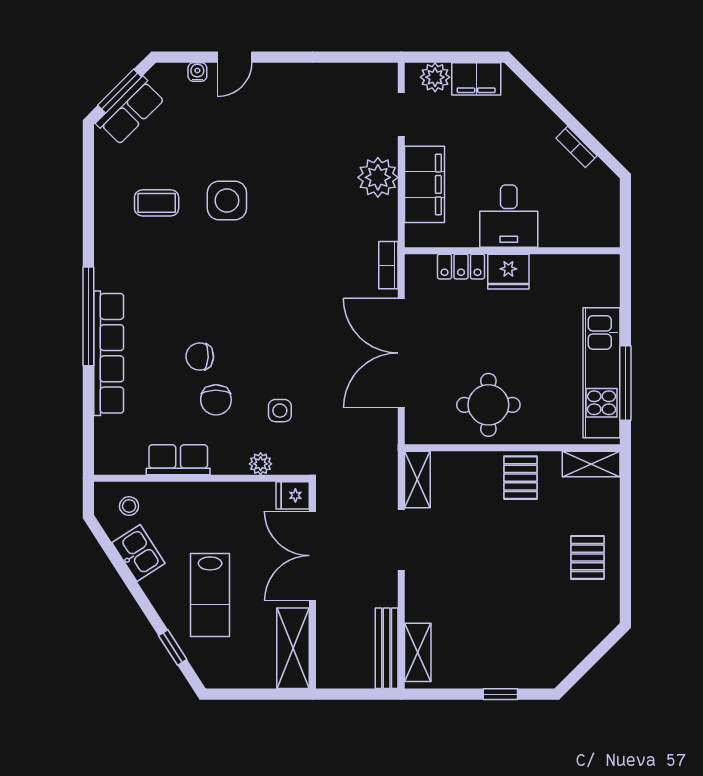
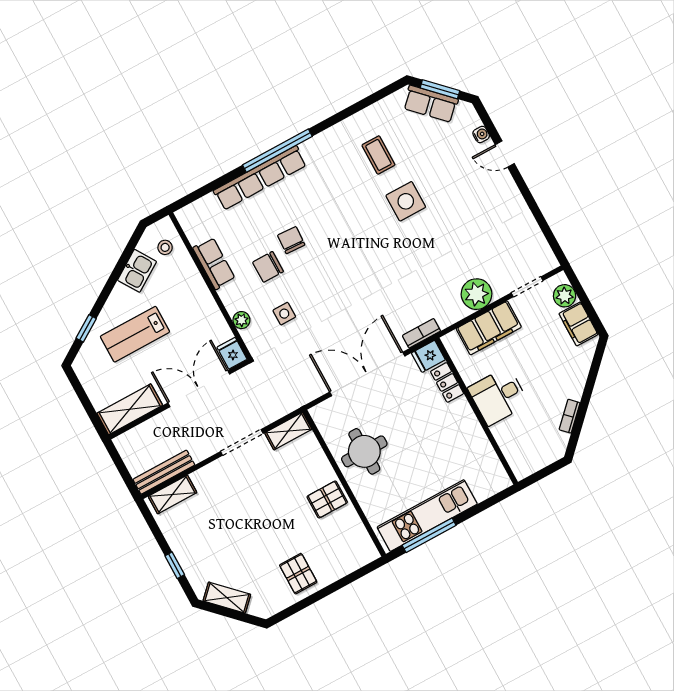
fridge: (508, 272) -> (428, 356), moved, width x0.72
shelving: (591, 464) -> (227, 598), moved, turned -45
pallet: (587, 557) -> (298, 574), turned 90

